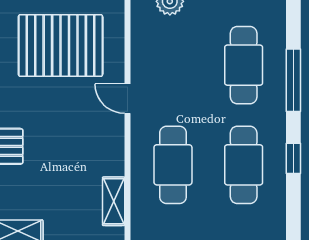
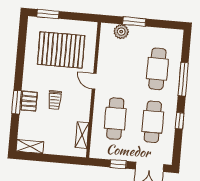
trolley: (57, 140) -> (55, 100), added

